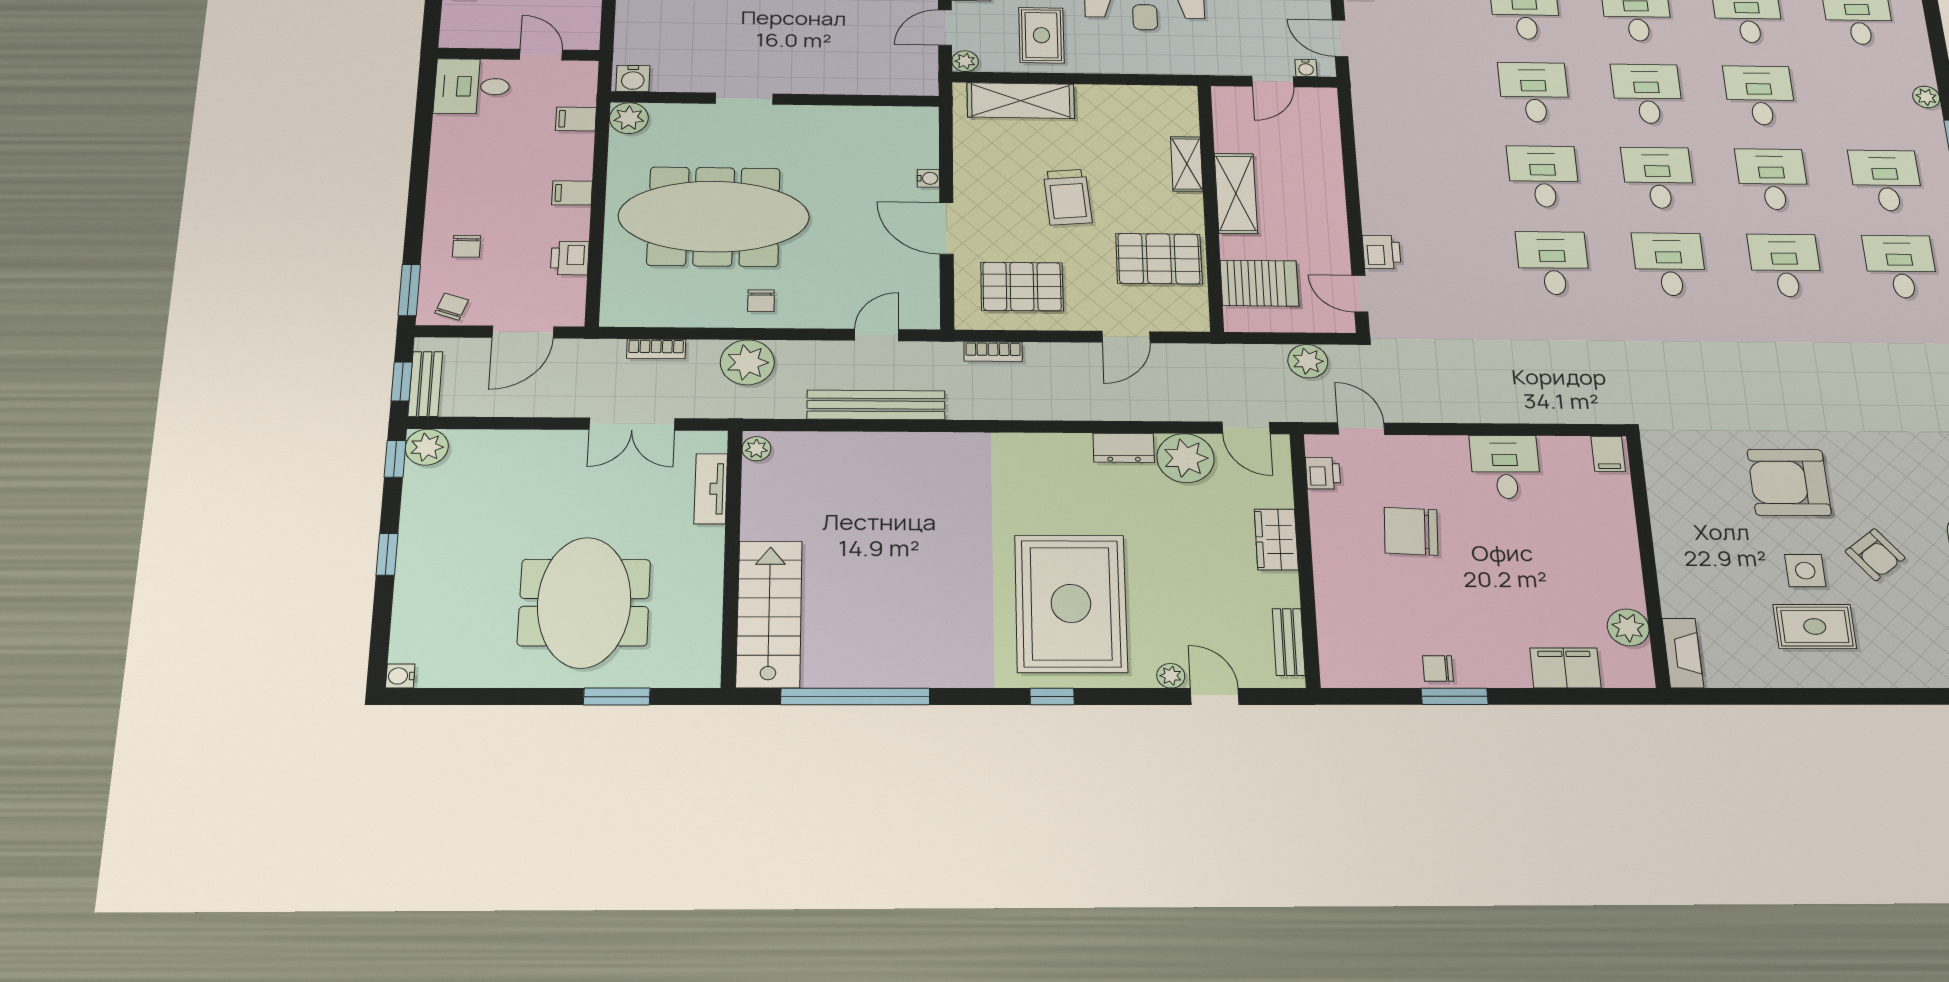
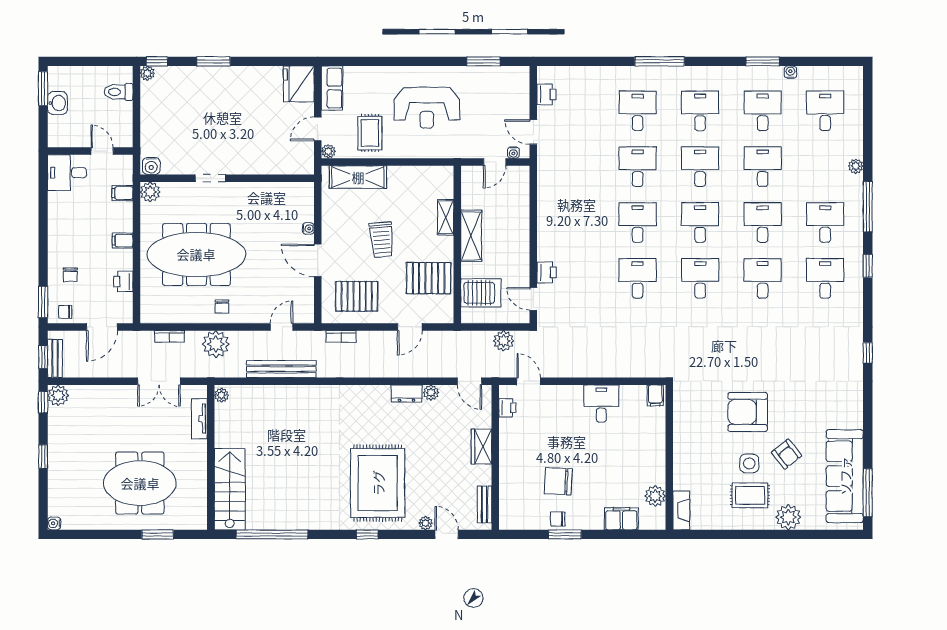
chair: (452, 307) -> (65, 312), turned -109
plant: (1186, 458) -> (431, 393), width x0.53, depth x0.53
chair: (1411, 531) -> (558, 481), moved
meeting table: (584, 602) -> (140, 483), turned 90
plant: (1896, 665) -> (788, 517), added

